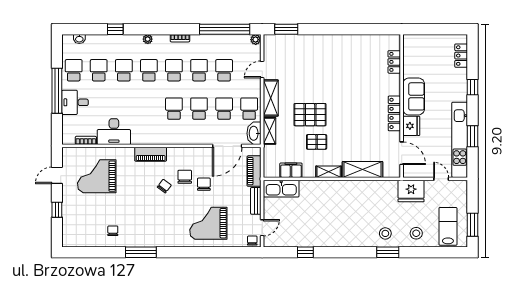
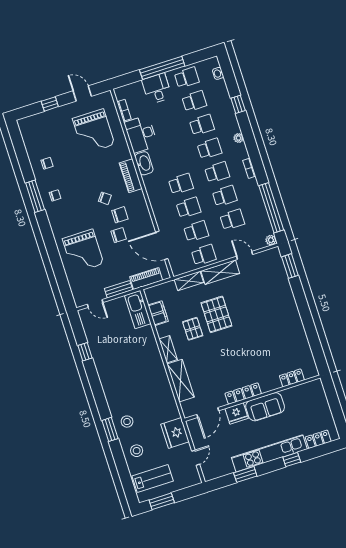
washbasin: (254, 133) -> (144, 163), moved, turned 90
kitchen unit: (460, 140) -> (269, 453), moved
grand piano: (97, 176) -> (94, 132), turned 180
grand piano: (208, 223) -> (83, 251), turned 180
chair: (252, 241) -> (55, 195), moved

